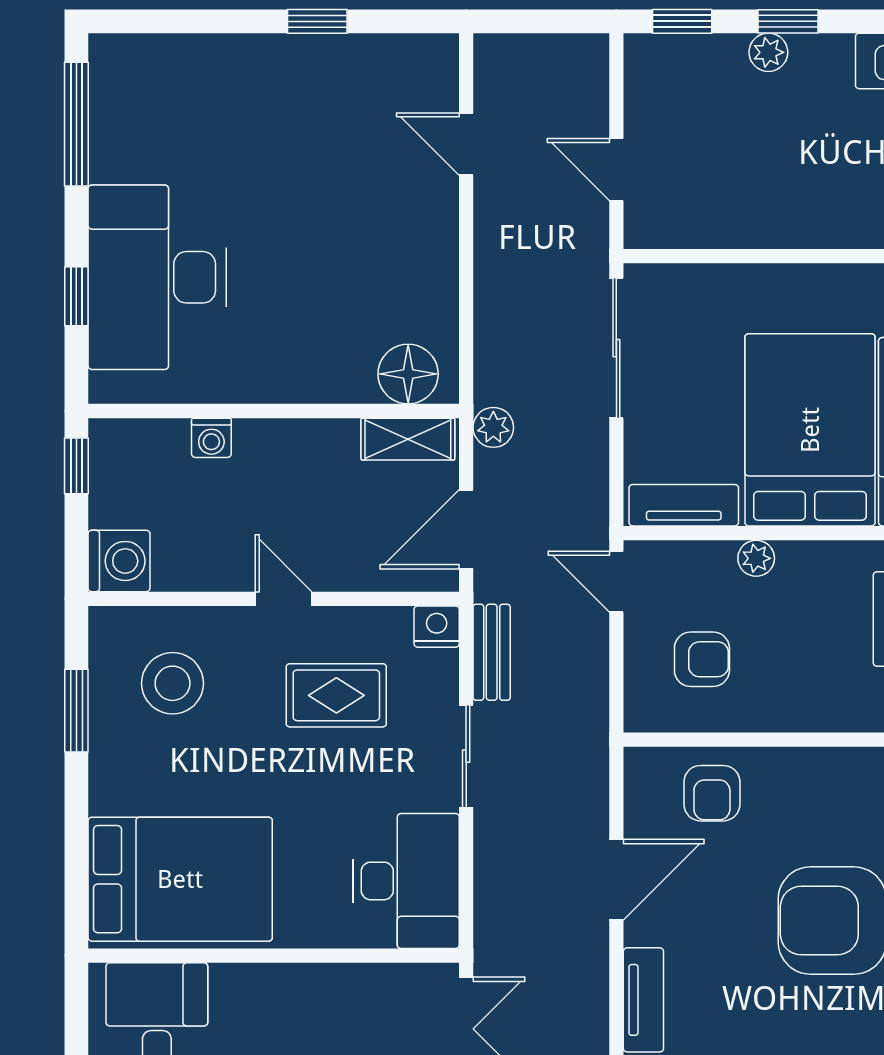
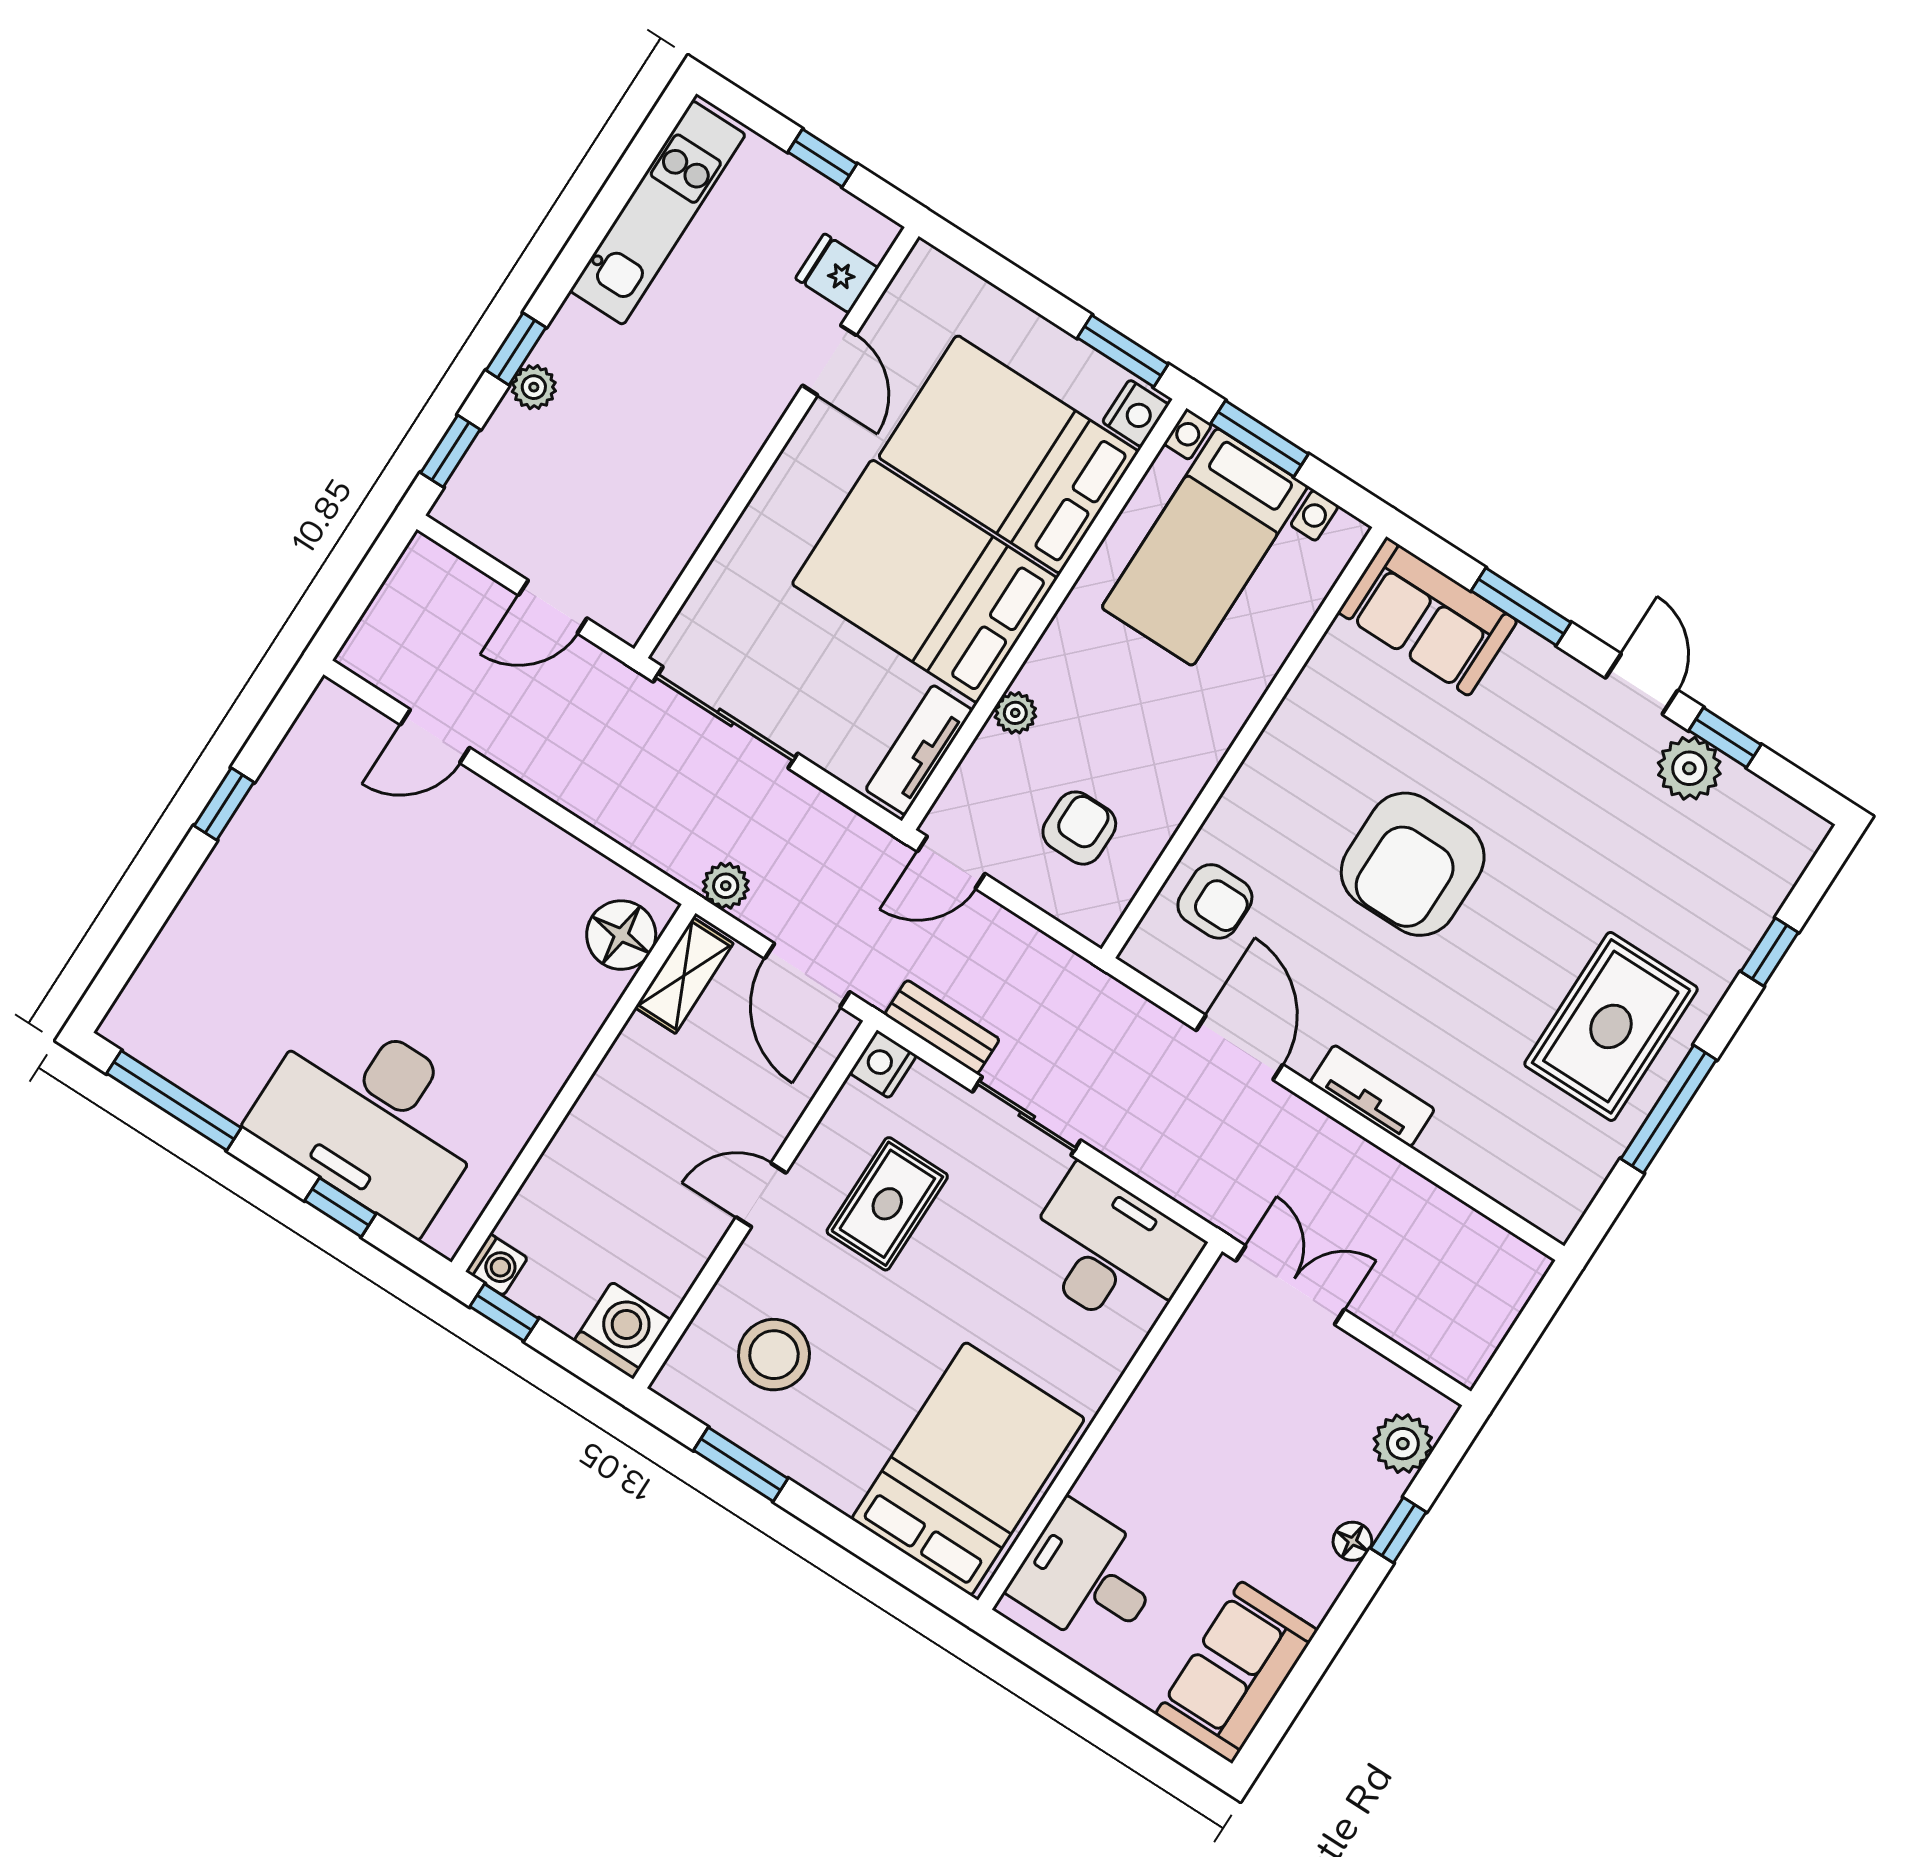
washing machine: (211, 438) -> (497, 1265), moved

